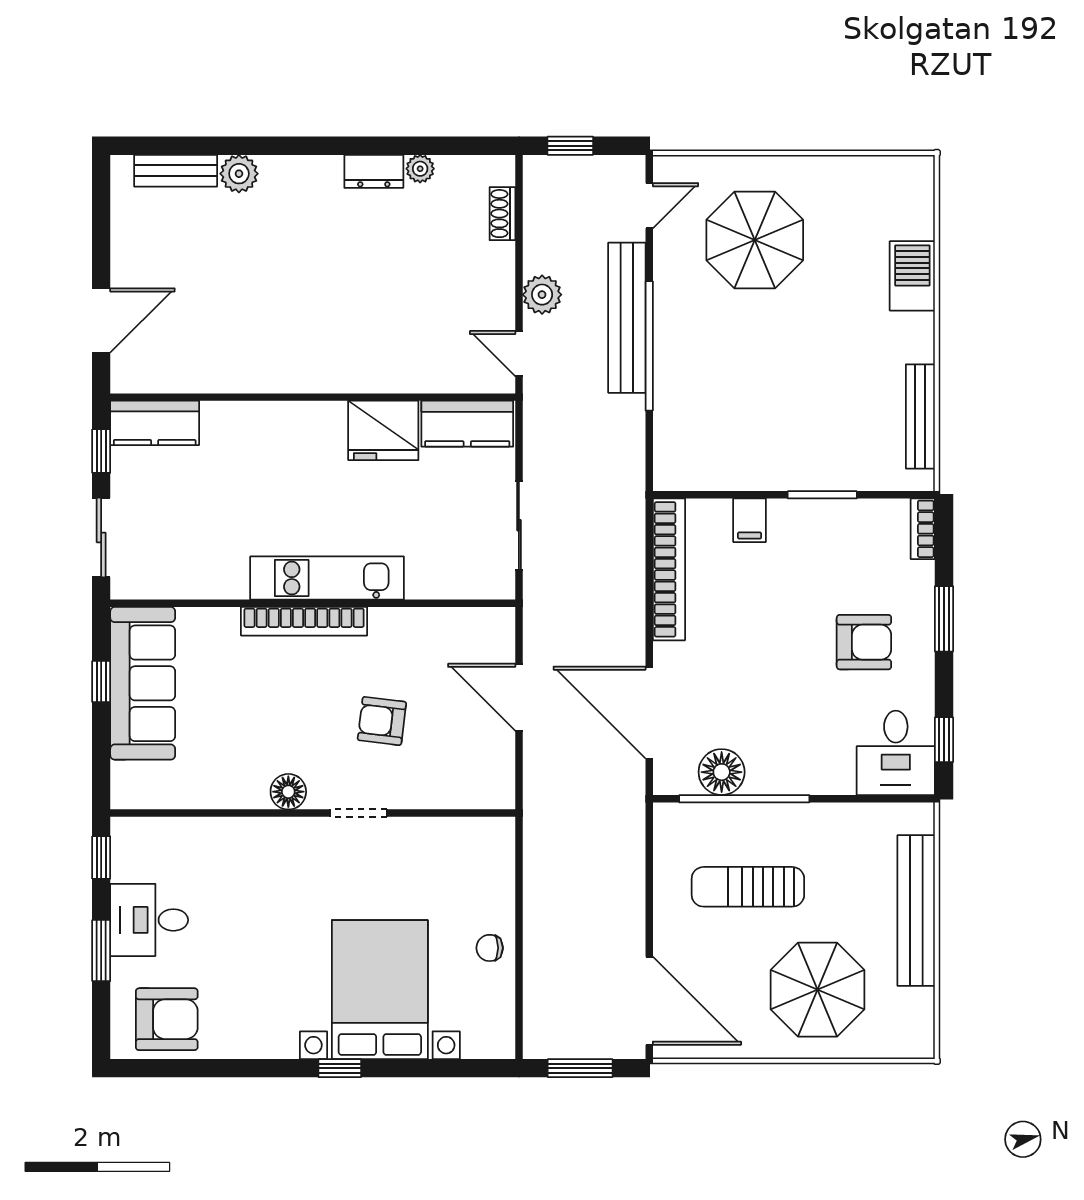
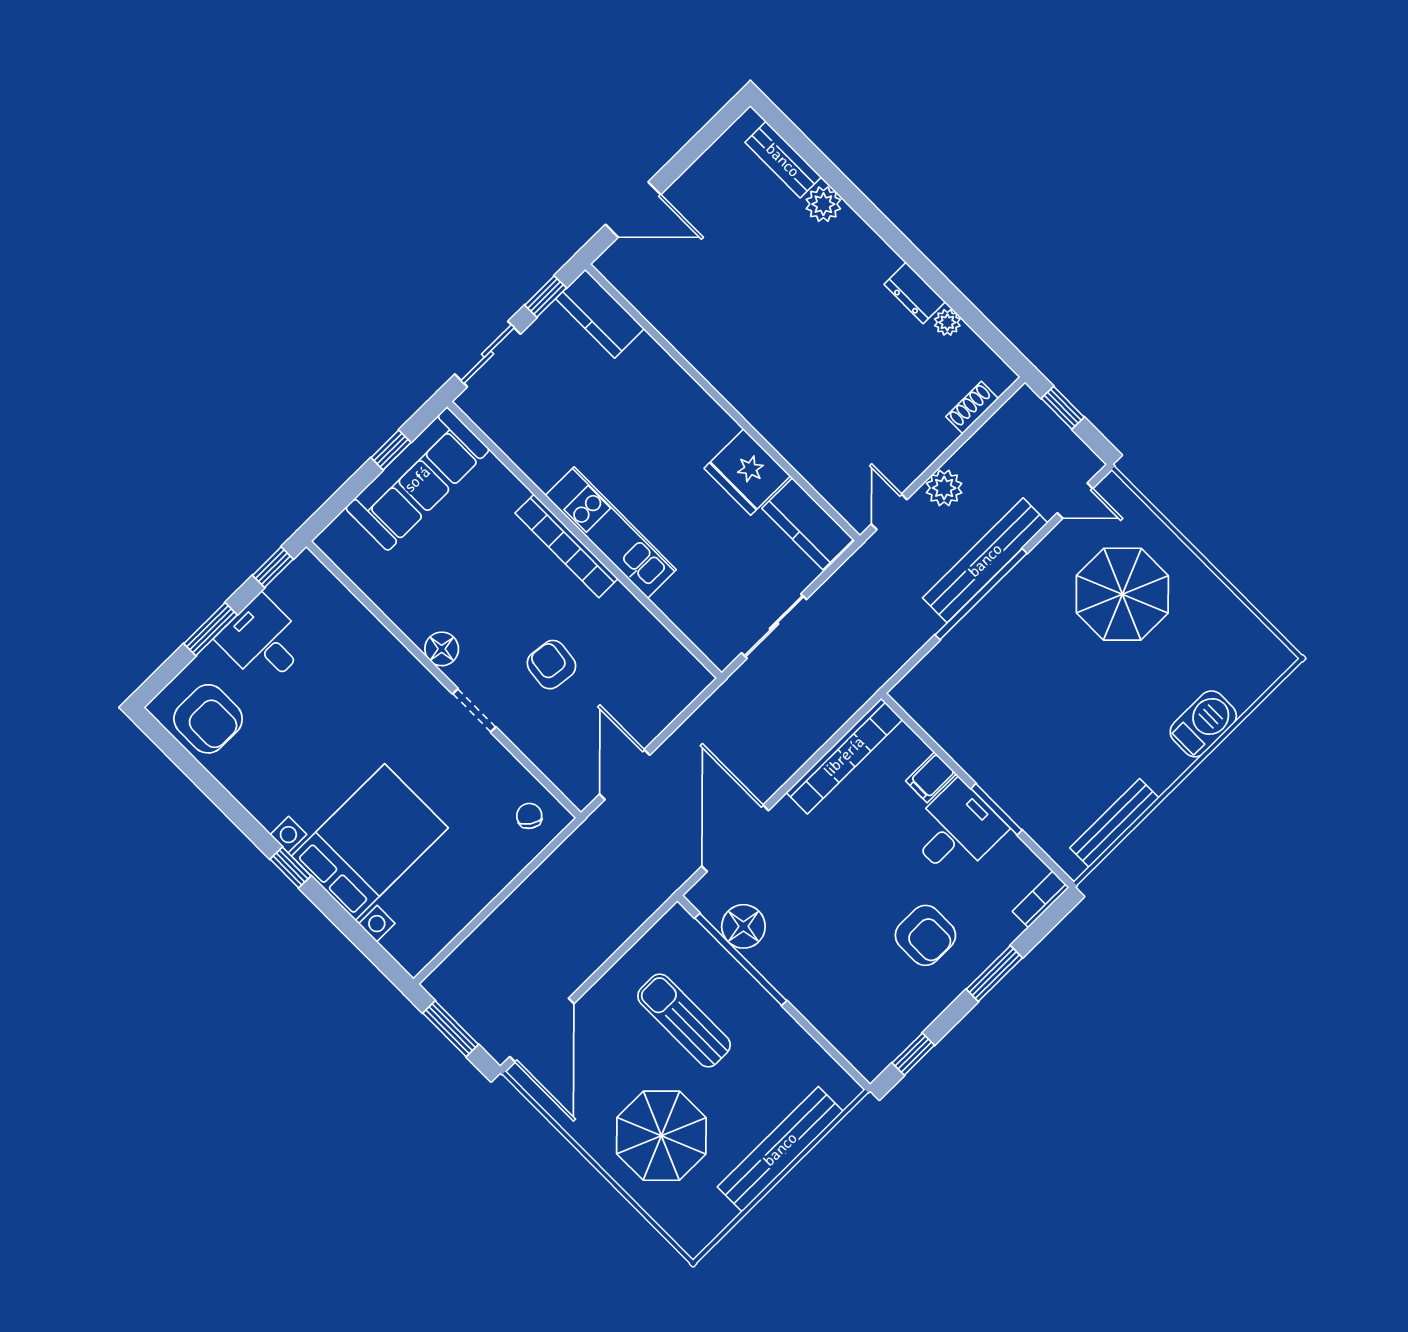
door: (519, 697) -> (625, 775), moved
desk: (896, 753) -> (956, 830), moved, turned 180
chair: (490, 948) -> (529, 816), moved, turned 35

